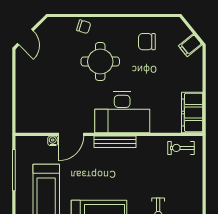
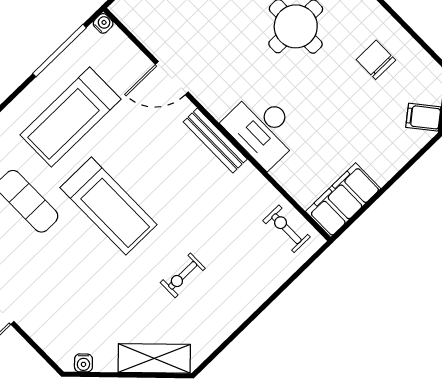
desk: (122, 112) -> (263, 129), width x0.73, depth x0.77
water cooler: (53, 141) -> (103, 23), moved

